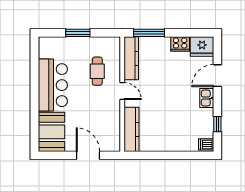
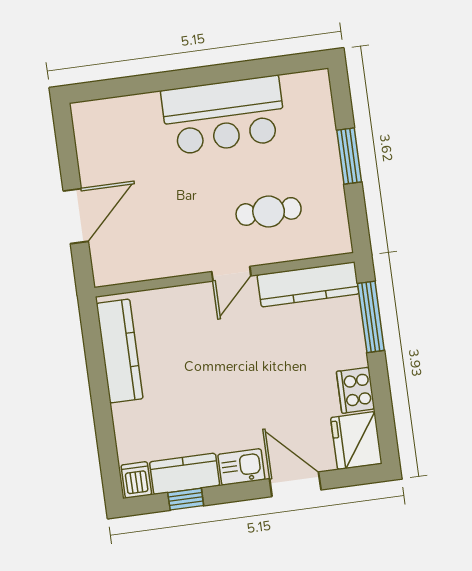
kitchen counter: (206, 123) -> (185, 474), added
kitchen counter: (131, 129) -> (120, 351), moved, turned -90
booth: (51, 132) -> (118, 126), removed

